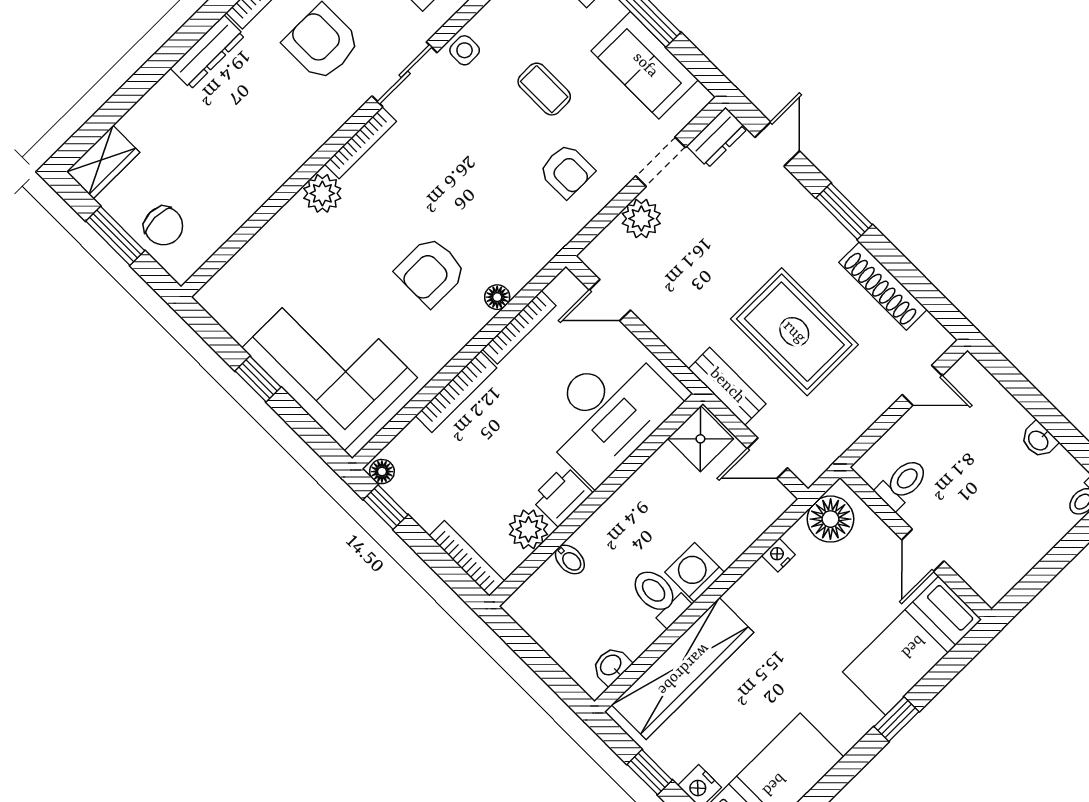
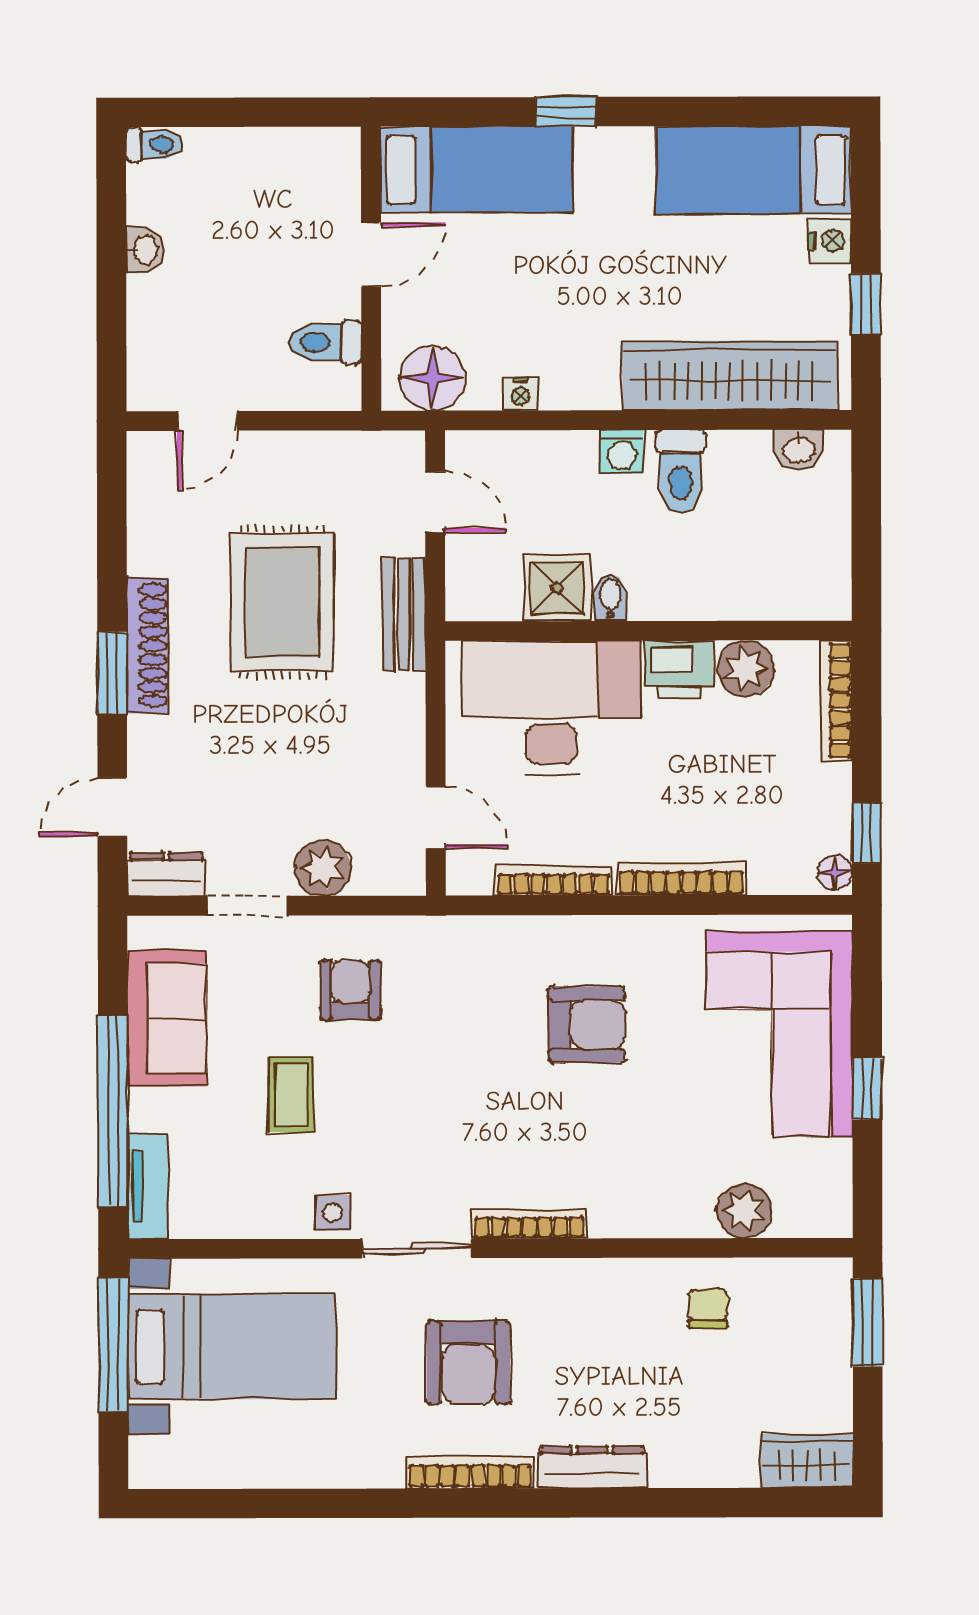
plant: (322, 193) -> (744, 1211), moved
chair: (163, 226) -> (708, 1308), moved, width x0.73, depth x0.73
window: (115, 236) -> (868, 1322), moved
shoe rack: (883, 286) -> (148, 646), moved
floor lamp: (497, 297) -> (546, 933), removed
door: (922, 385) -> (207, 421), swing flipped
shower: (700, 439) -> (557, 588), moved
bidet: (570, 559) -> (610, 597), moved
washing machine: (695, 572) -> (622, 452), width x0.73, depth x0.73

